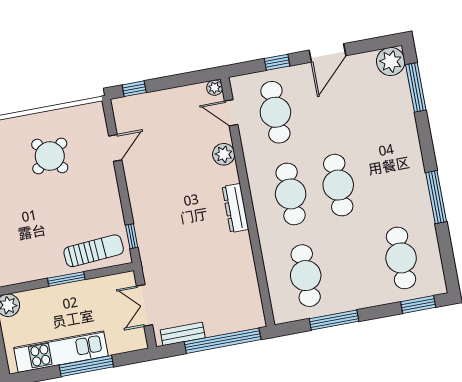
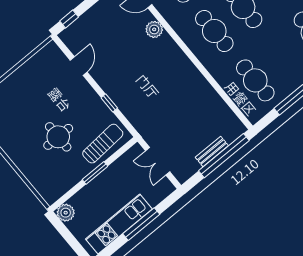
round table: (50, 156) -> (58, 137), moved, turned 37
dresser: (235, 208) -> (182, 61), removed
window: (132, 236) -> (109, 103), moved
bench: (183, 334) -> (212, 151), moved

